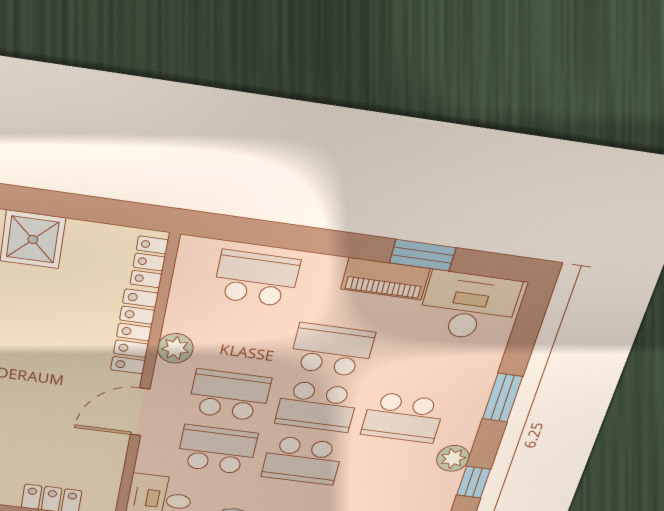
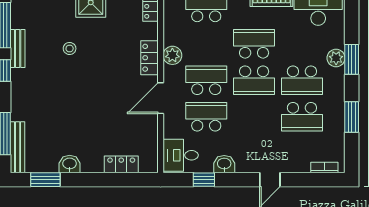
locker: (134, 332) -> (149, 58), width x0.66
plant: (453, 458) -> (336, 58), moved
school desk: (302, 460) -> (302, 117), moved
window: (474, 482) -> (352, 117), width x1.50

